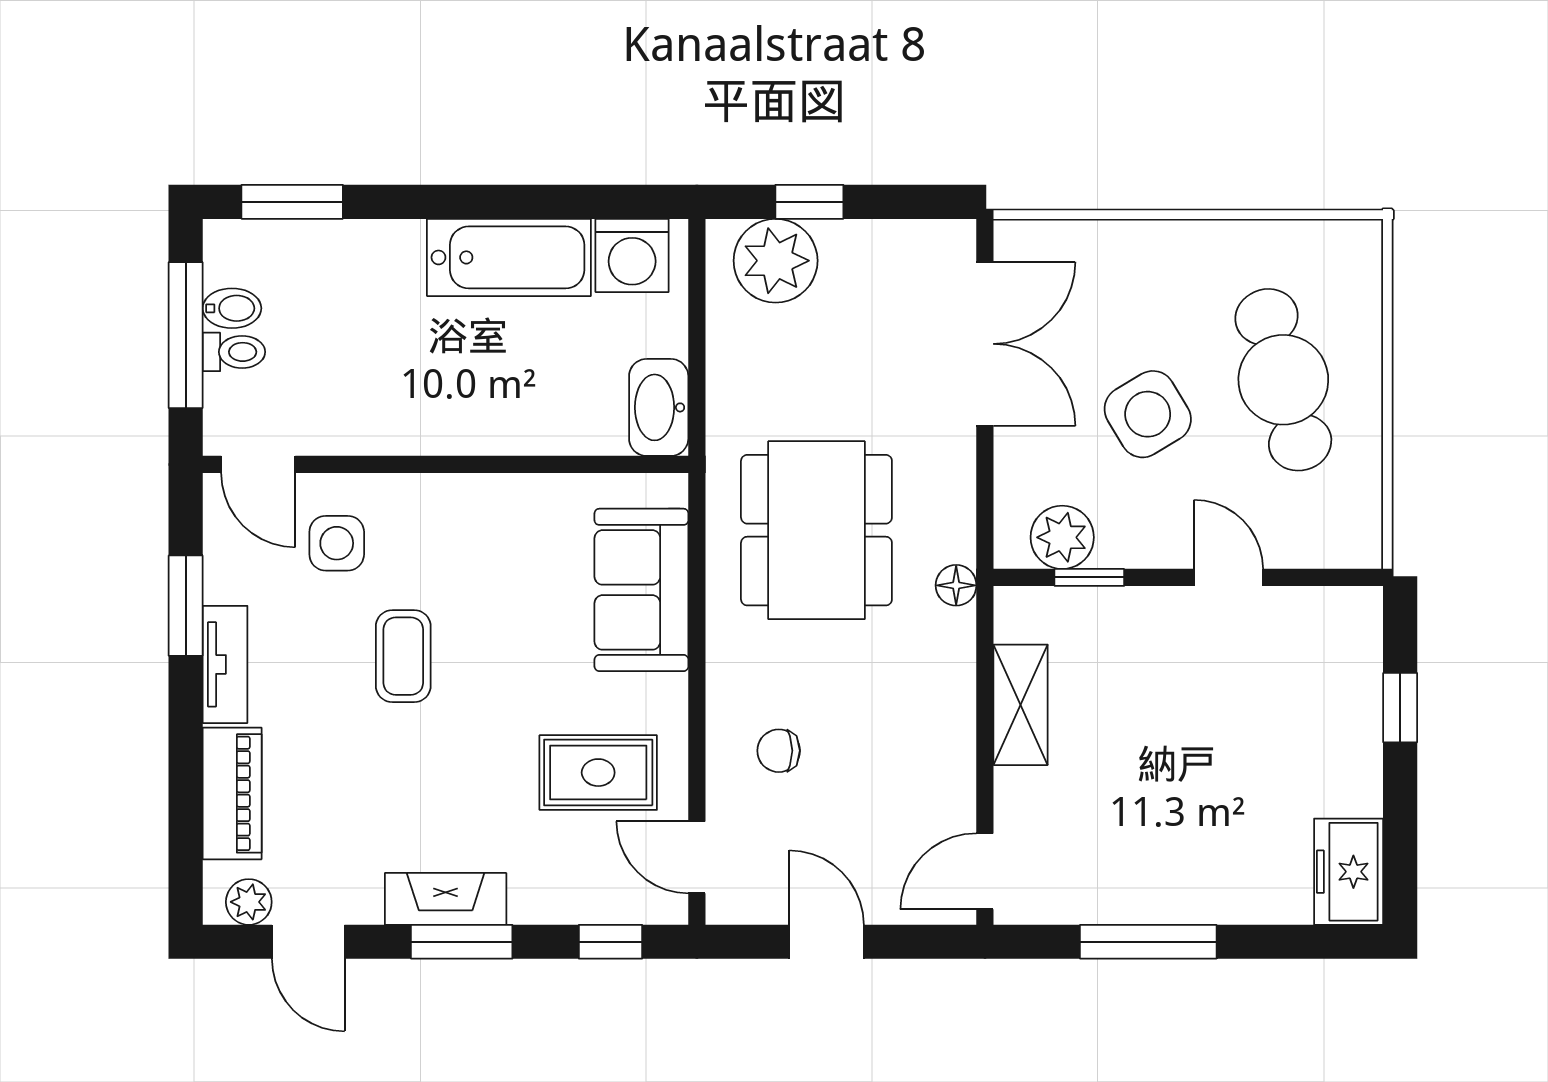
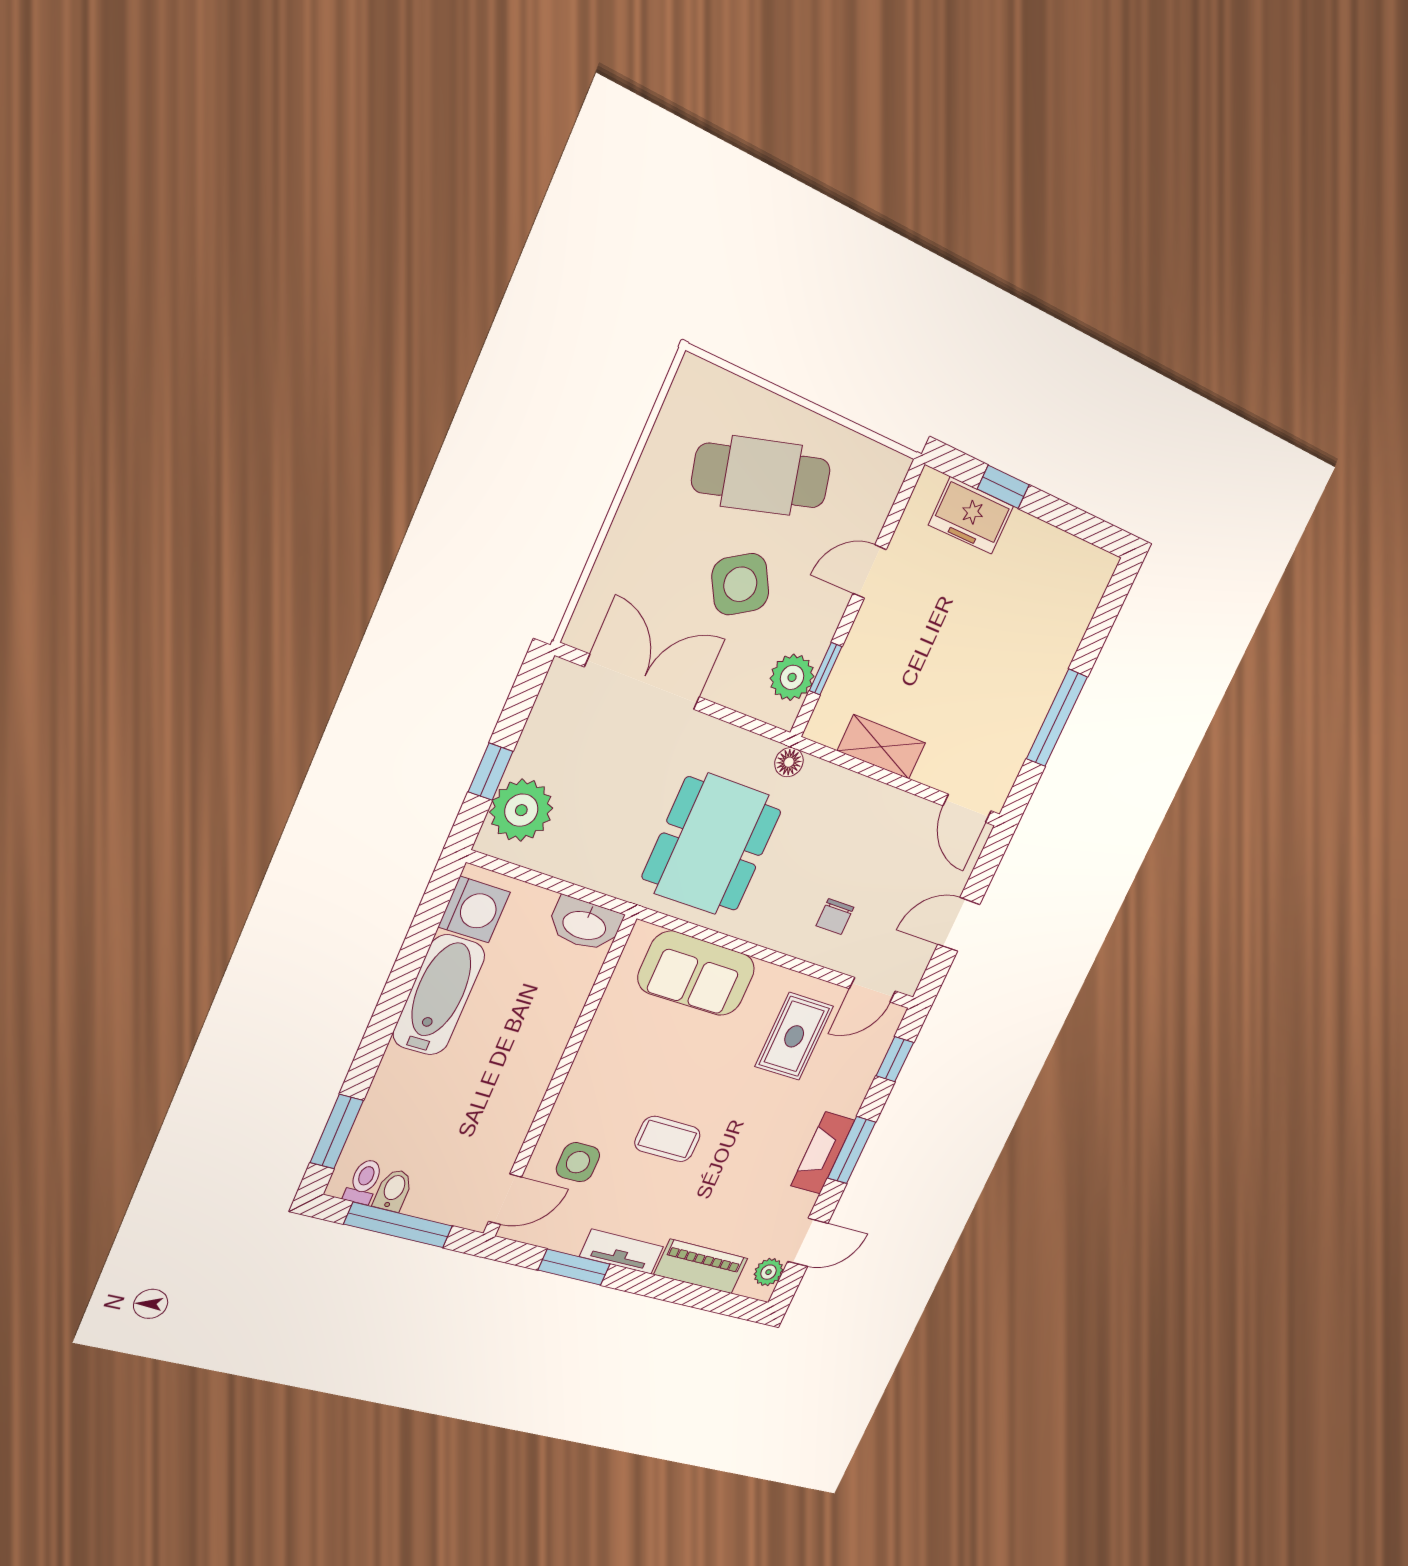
toilet: (234, 352) -> (364, 1182), moved
dining table: (816, 530) -> (712, 844), turned 90
freezer: (1349, 872) -> (971, 516), moved

